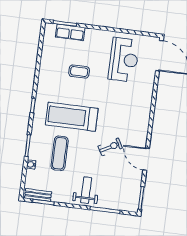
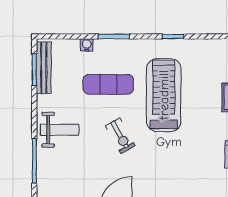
exercise bike: (110, 147) -> (120, 136), moved
bench: (38, 195) -> (44, 68), width x1.36

